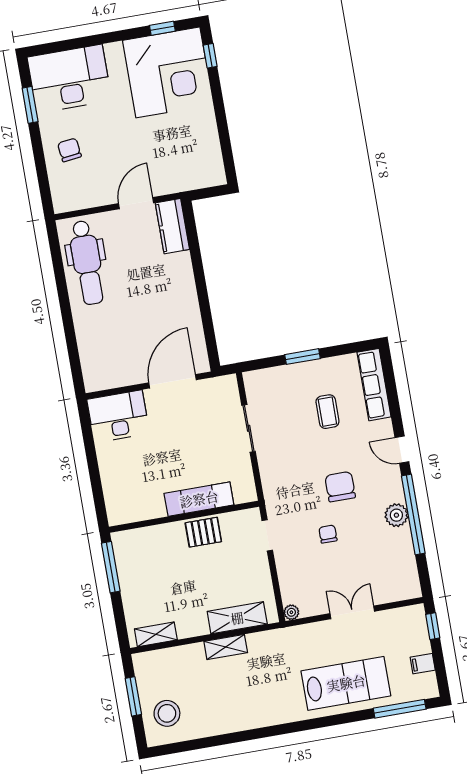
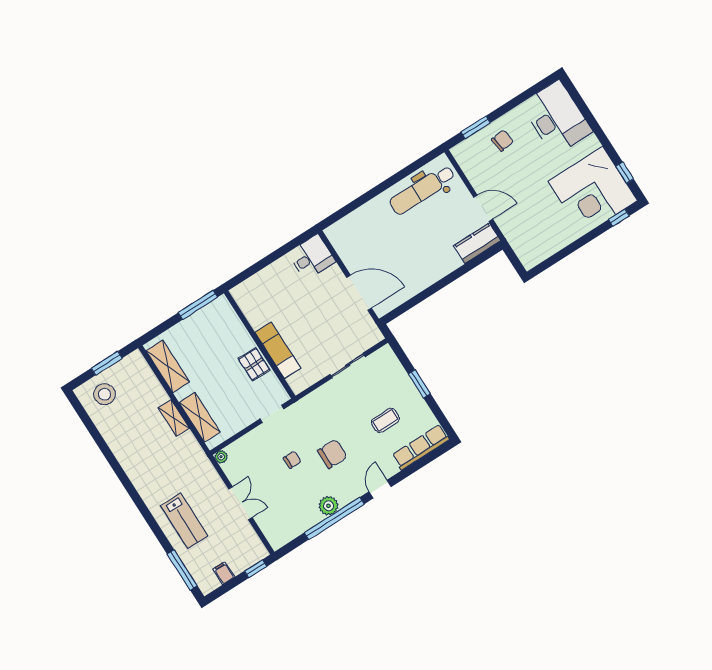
window: (30, 105) -> (476, 127), moved
desk: (118, 416) -> (312, 257), width x0.73
shelving: (156, 634) -> (168, 366), width x1.50, depth x1.33
lab bench: (346, 683) -> (184, 521), width x0.73, depth x0.72

